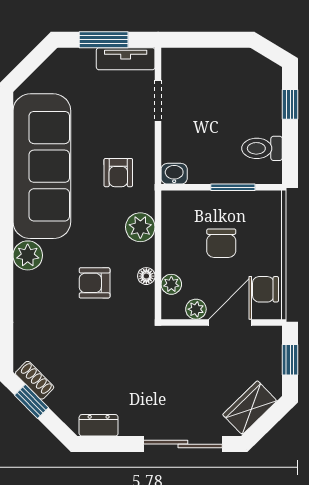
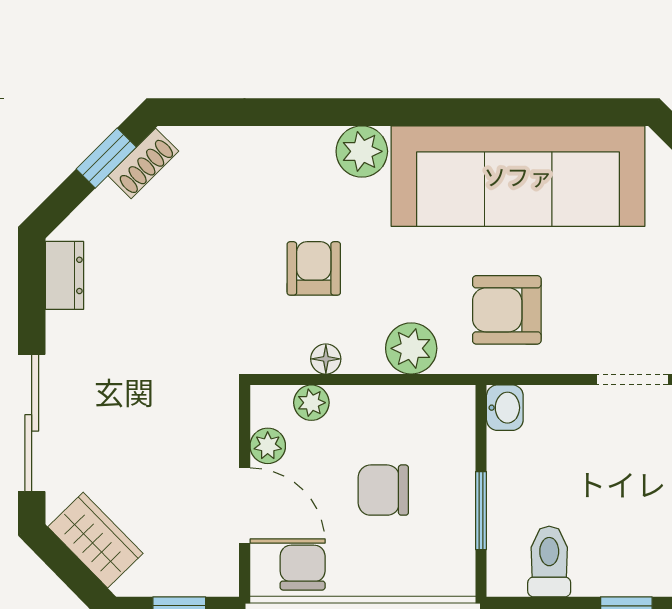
armchair: (118, 173) -> (507, 310), width x1.38, depth x1.38

